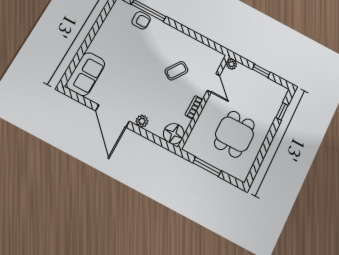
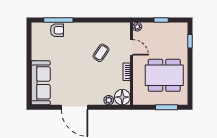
sofa: (86, 74) -> (41, 83), width x1.36
plant: (142, 121) -> (109, 100), moved
dining table: (234, 134) -> (164, 75), width x1.38
window: (207, 167) -> (166, 107), moved

